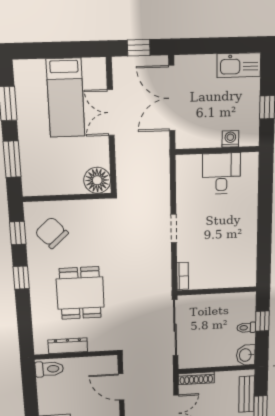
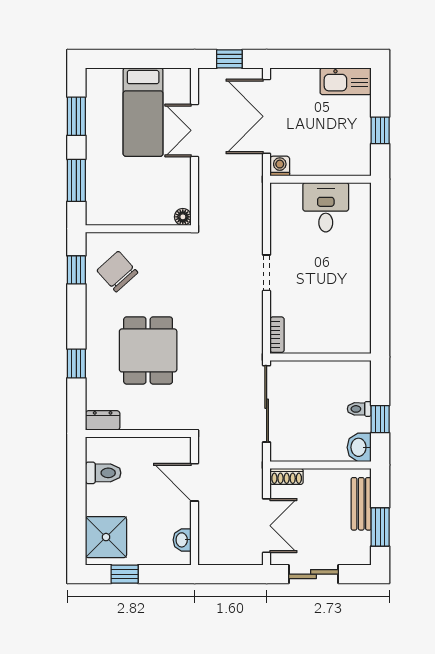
washing machine: (230, 139) -> (280, 166), moved
floor lamp: (97, 180) -> (183, 217), width x0.53, depth x0.53
window: (21, 278) -> (76, 363), moved
window: (262, 321) -> (380, 419), moved
dresser: (68, 346) -> (103, 420), moved, width x0.70
toilet: (49, 369) -> (103, 473), moved
shoe rack: (196, 378) -> (287, 476), width x0.70

